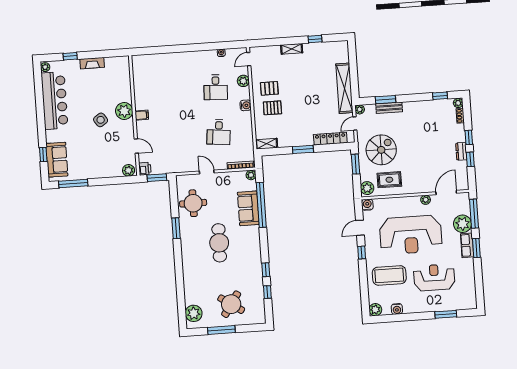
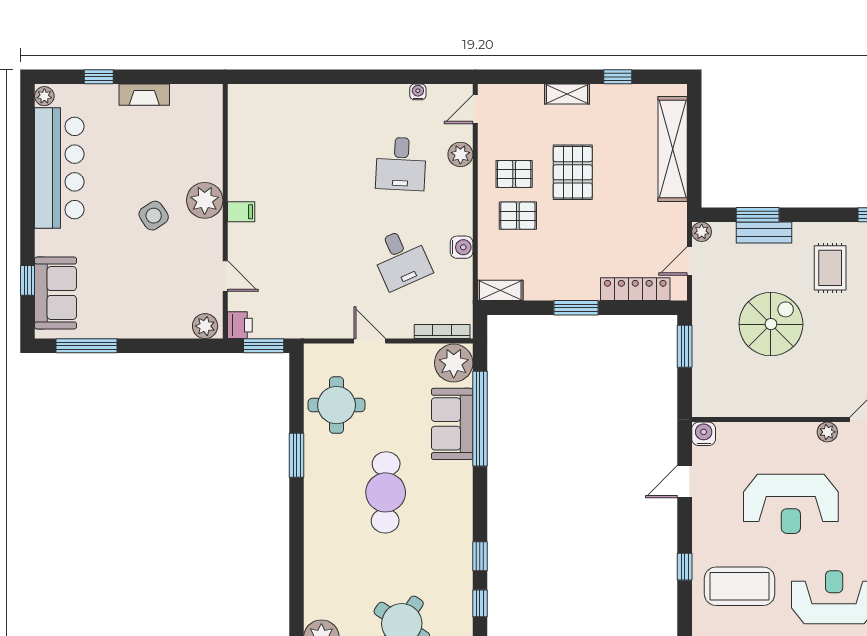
pallet: (297, 86) -> (573, 172), added
shelving: (344, 88) -> (673, 149), moved
water cooler: (246, 105) -> (462, 247), moved
desk: (219, 132) -> (401, 259), turned -30
spiral stairs: (381, 150) -> (771, 324), moved
plant: (251, 175) -> (454, 363), width x1.88, depth x1.88
rug: (389, 180) -> (830, 268), moved, turned 90
plant: (367, 188) -> (706, 399), removed
reception desk: (411, 235) -> (791, 504), width x0.74, depth x0.77
window: (362, 253) -> (685, 567), moved

